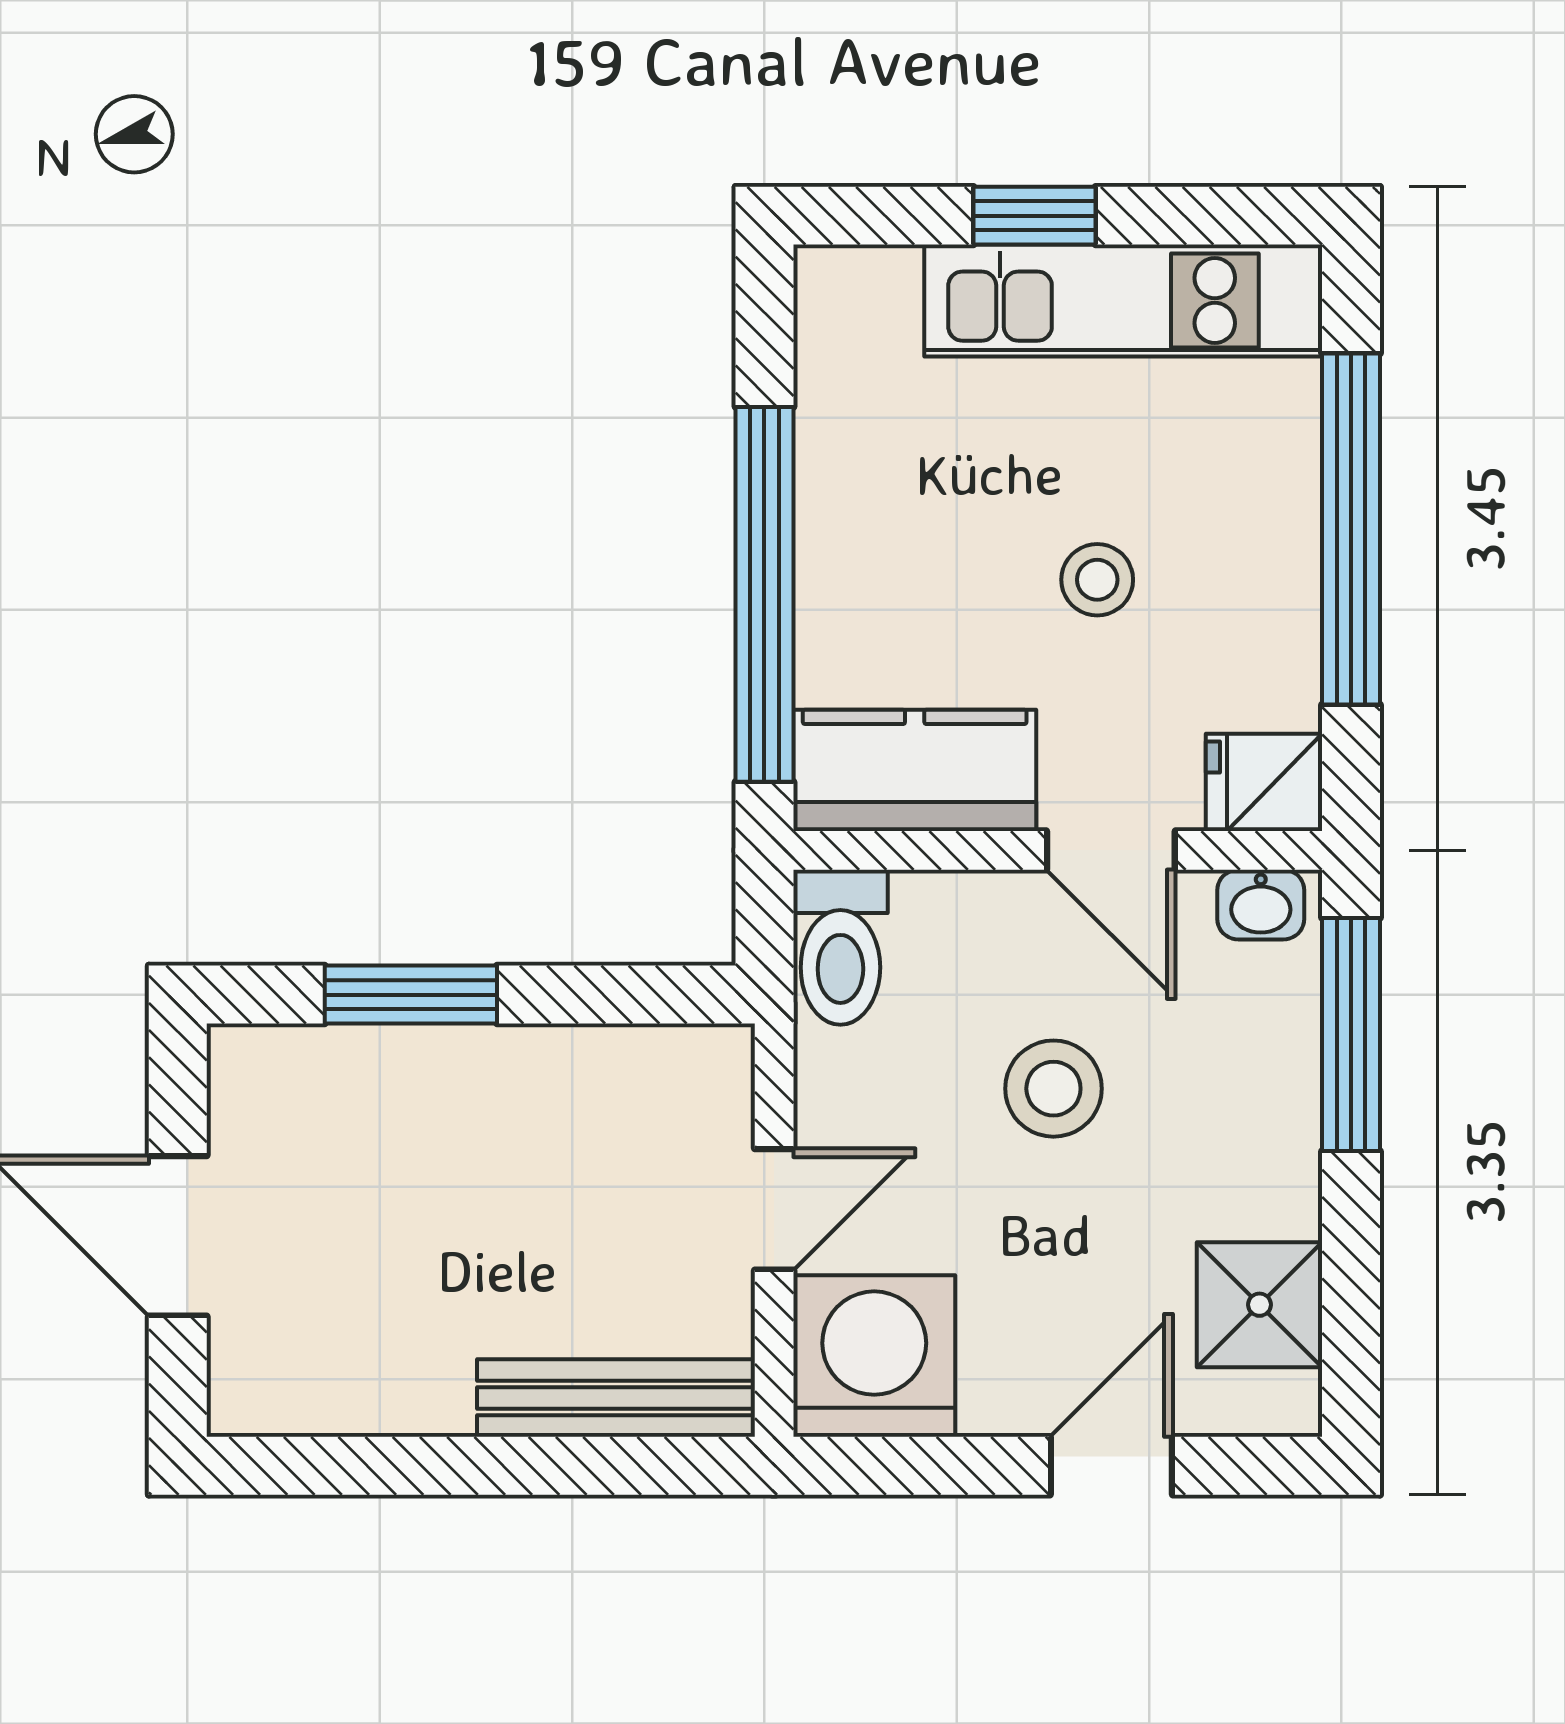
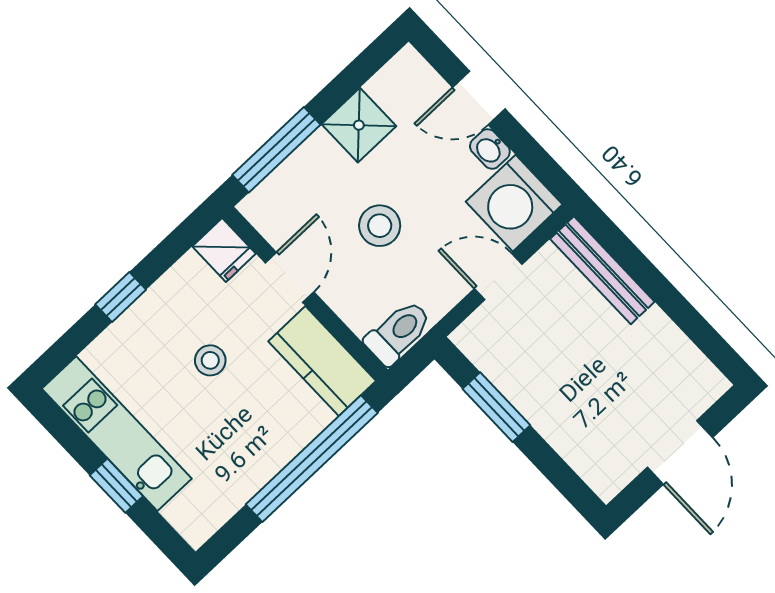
window: (1351, 529) -> (121, 297), width x0.32
washbasin: (1261, 905) -> (490, 149), moved, turned 180
window: (411, 995) -> (496, 407), moved
shower: (1260, 1305) -> (359, 125), moved

